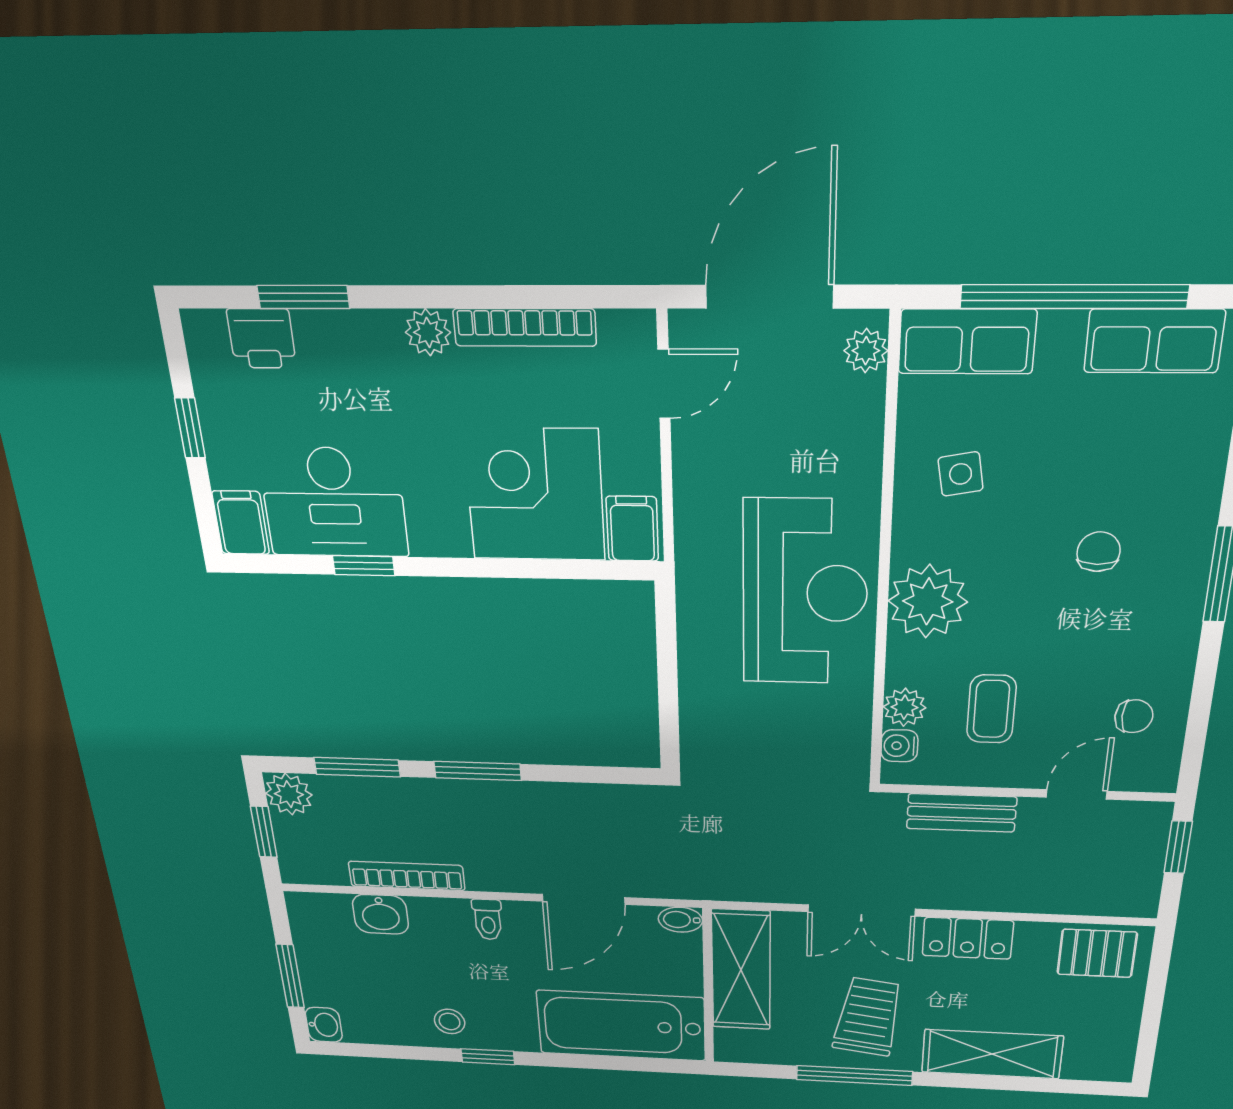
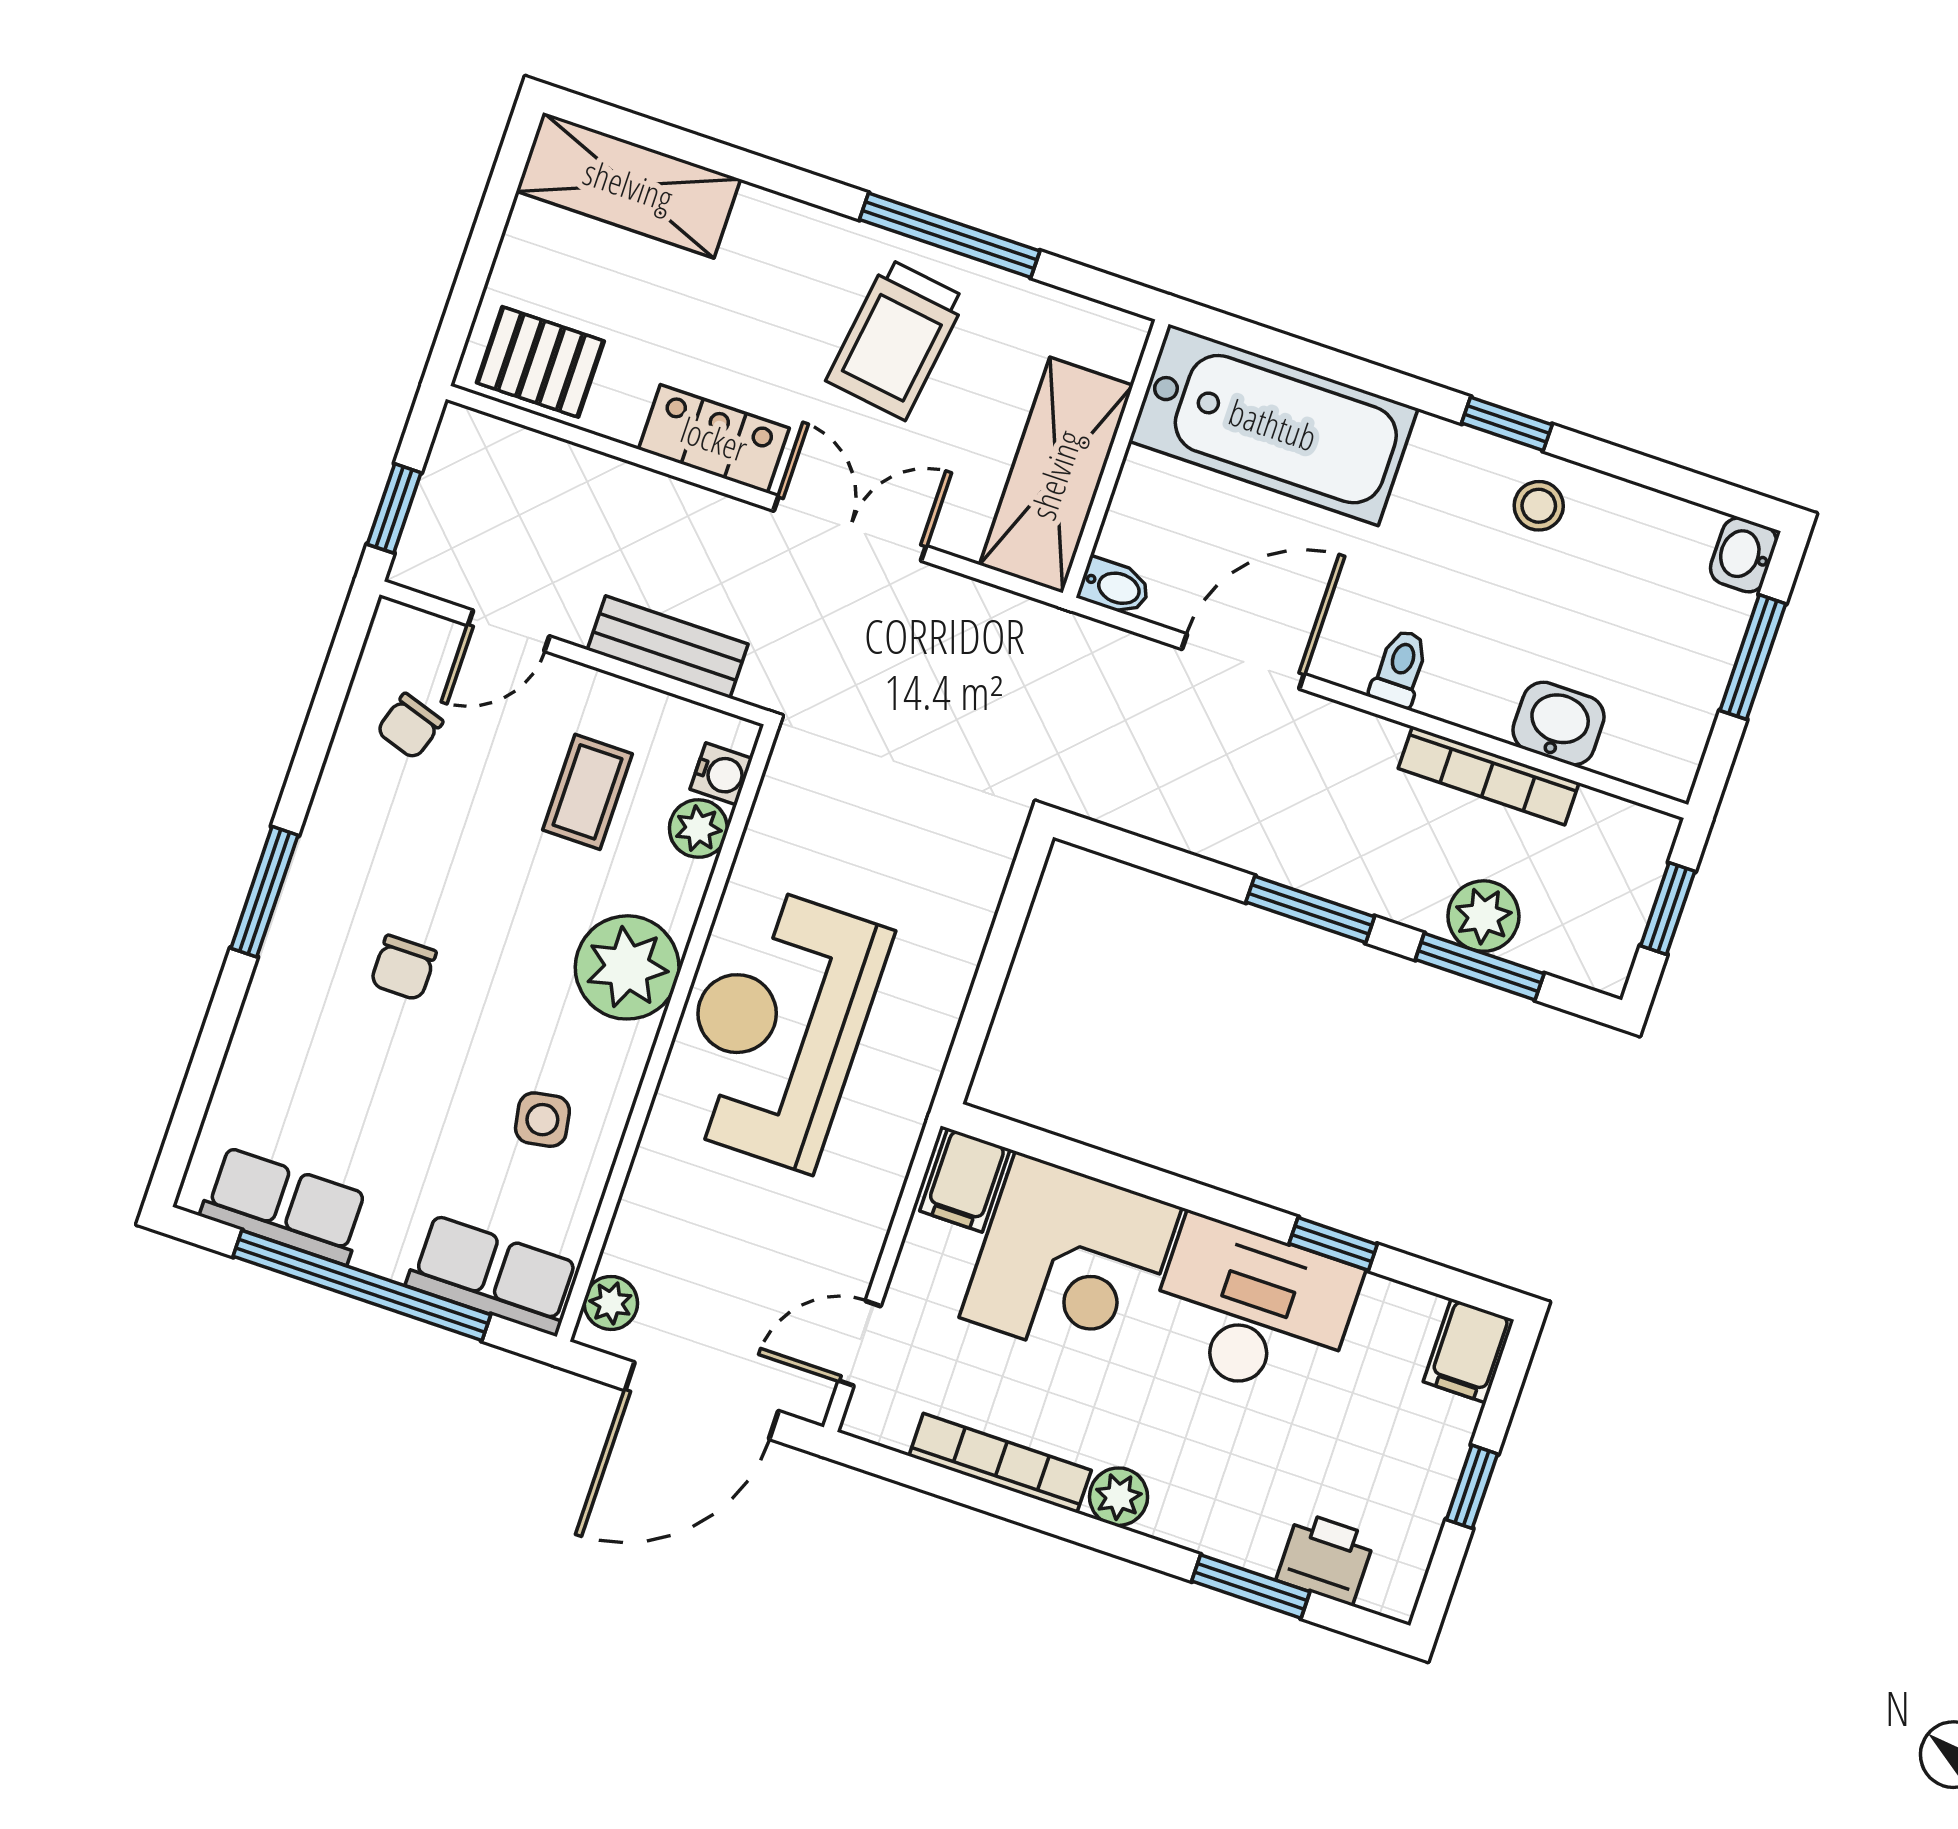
desk: (334, 502) -> (1253, 1310), moved
chair: (1134, 716) -> (410, 726), turned -72
plant: (289, 794) -> (1483, 916), moved
shelving: (992, 1054) -> (628, 185), moved

